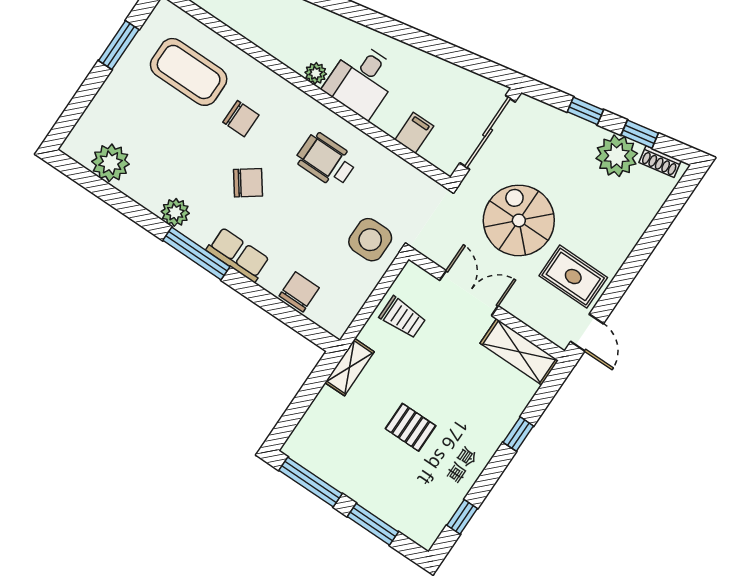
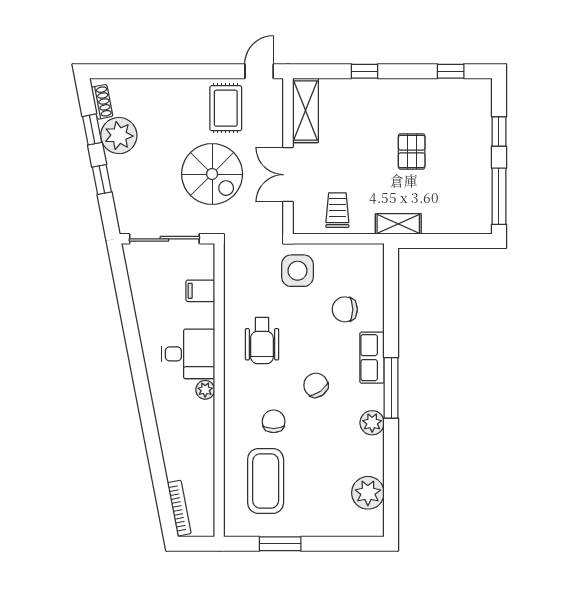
spiral stairs: (519, 220) -> (212, 174), turned -90
chair: (299, 292) -> (345, 309), moved
window: (373, 524) -> (499, 132), width x0.67

